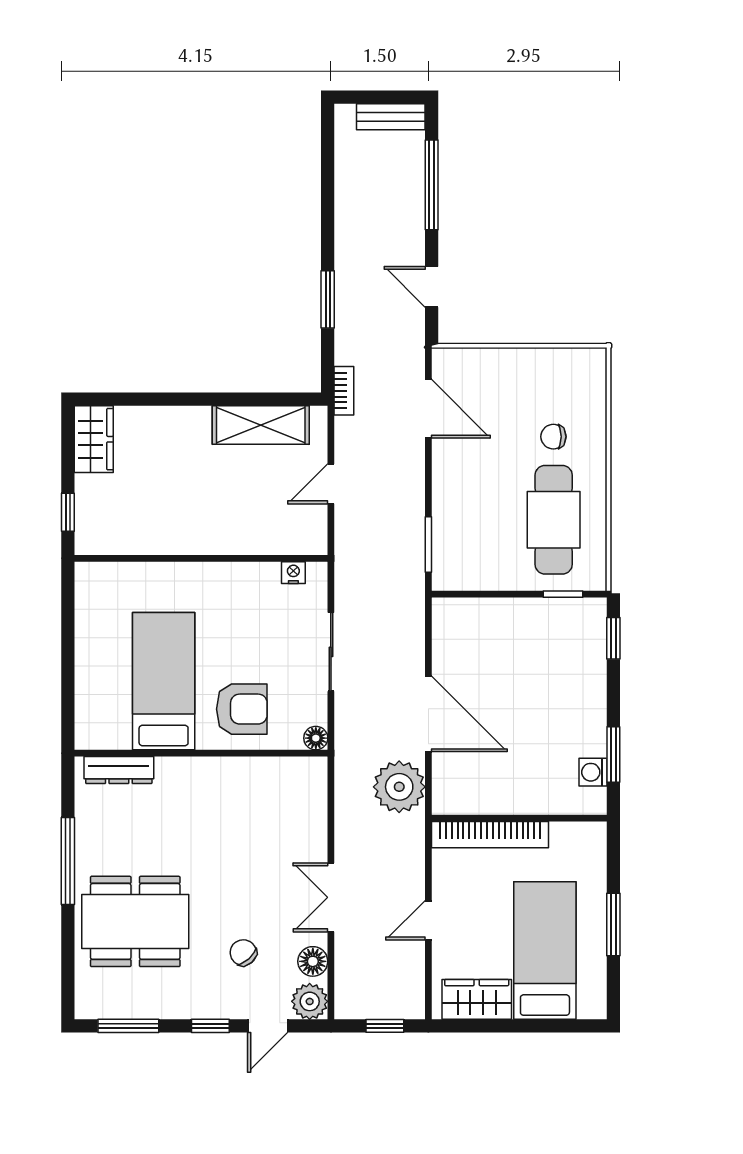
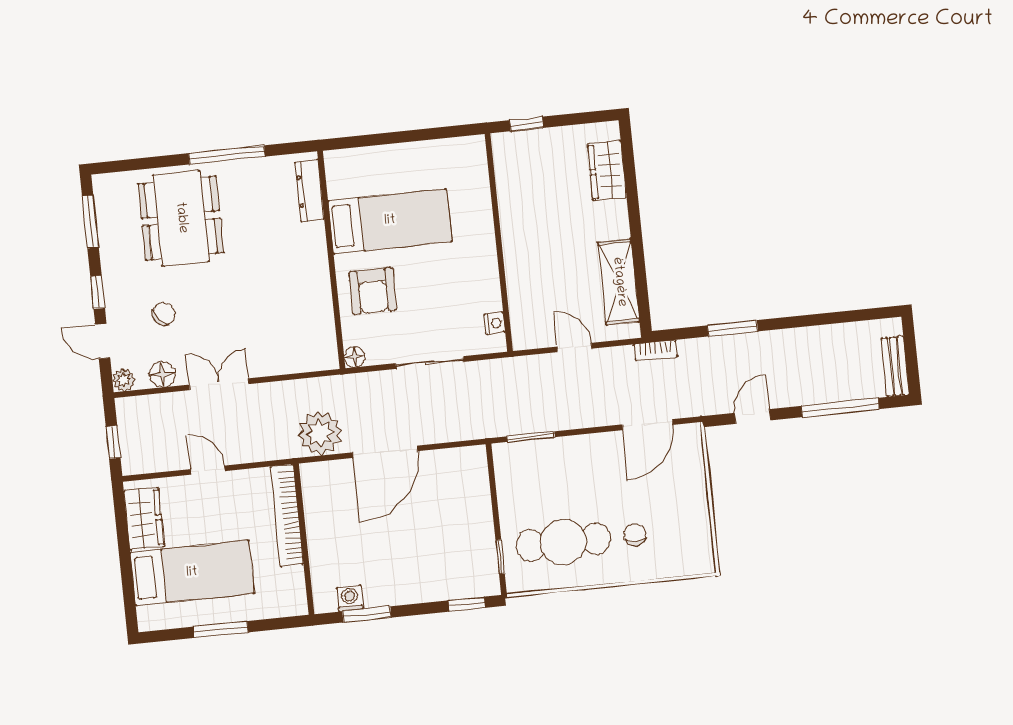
wardrobe: (94, 439) -> (607, 171), moved, turned 90
plant: (310, 1001) -> (124, 380), width x0.73, depth x0.73

